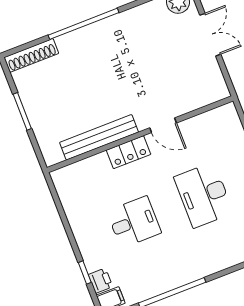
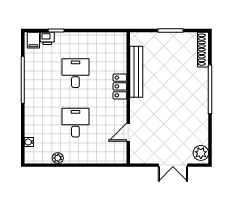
door: (163, 125) -> (128, 132), moved
desk: (204, 195) -> (75, 123), width x0.73
desk: (134, 222) -> (75, 73), turned 180

